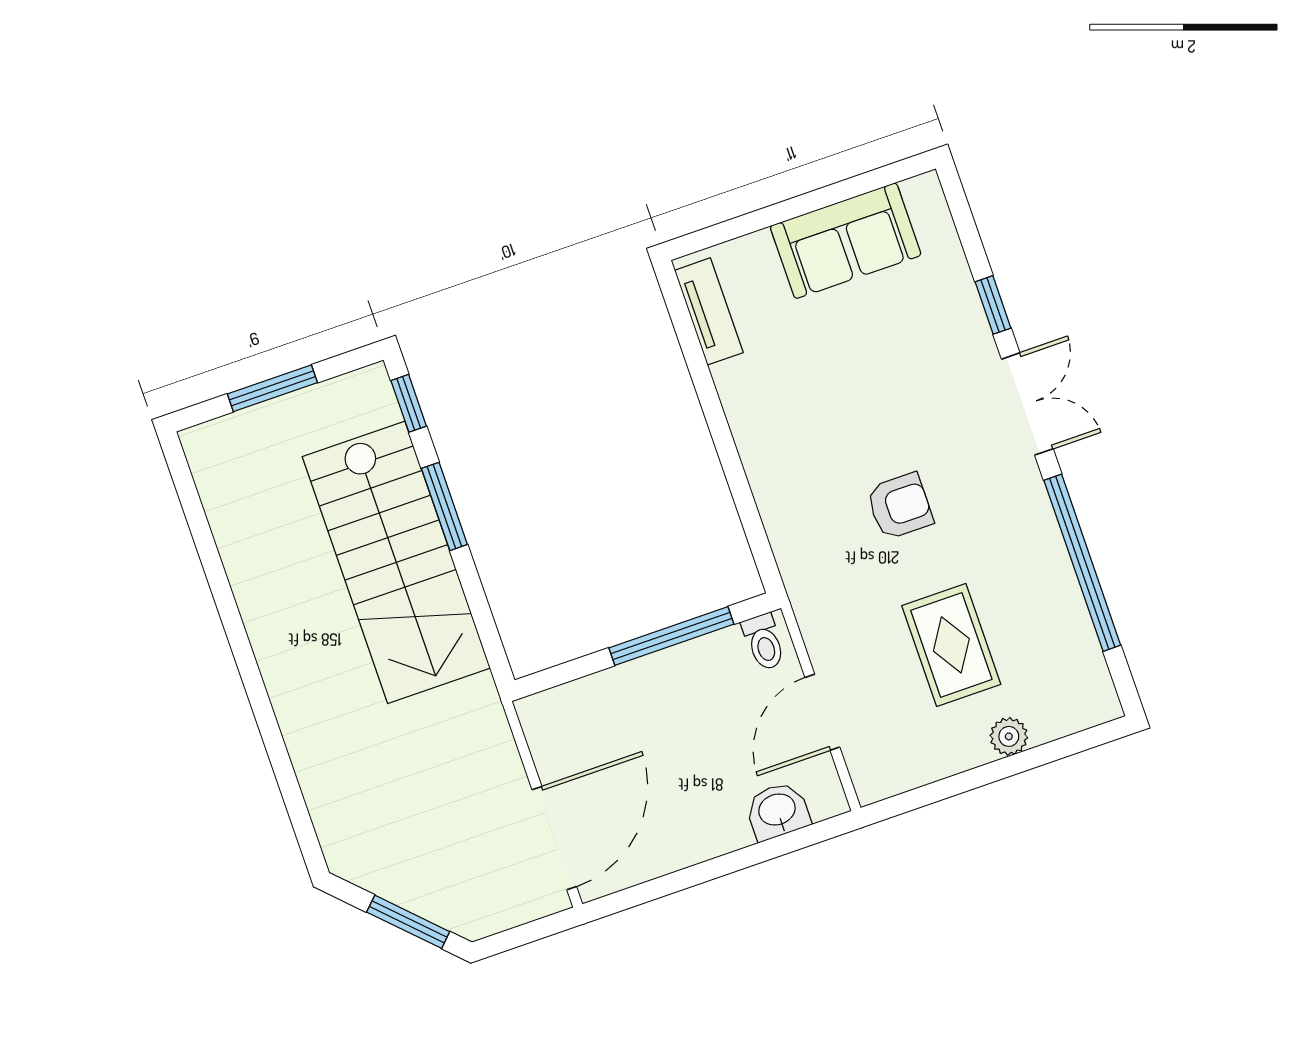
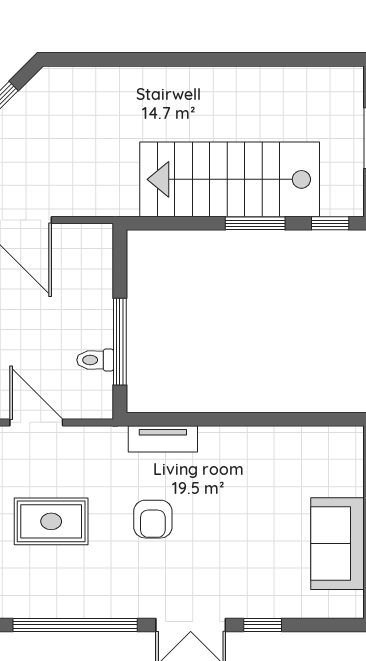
tv unit: (709, 311) -> (163, 439), moved
toilet: (764, 642) -> (95, 360), moved

